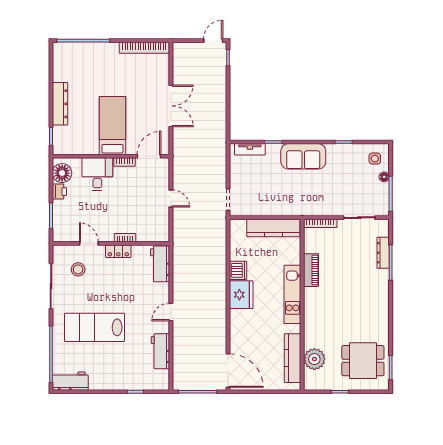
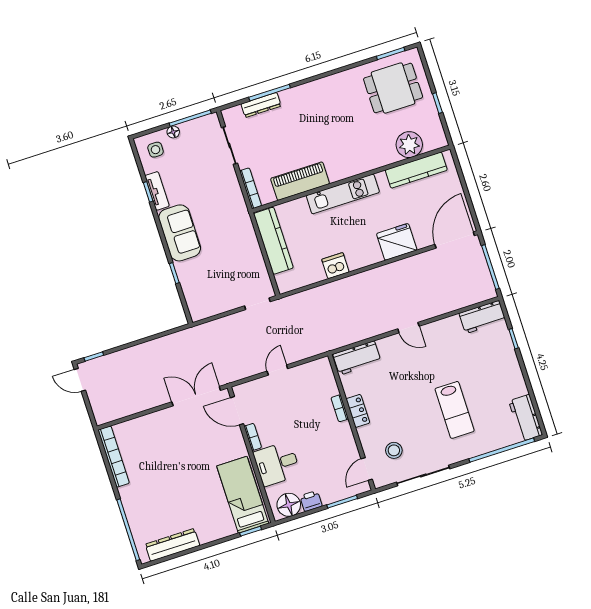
dresser: (60, 104) -> (172, 545), moved
double door: (171, 106) -> (196, 396), moved
bed: (112, 126) -> (243, 495), moved, turned 90
tv unit: (250, 149) -> (157, 191), moved
door: (89, 243) -> (367, 469), moved
piano: (311, 270) -> (300, 181), width x1.37, depth x1.33
fridge: (241, 295) -> (397, 242), moved
lab bench: (94, 327) -> (455, 410), width x0.73, depth x0.72
workbench: (160, 351) -> (482, 317), moved
dining table: (363, 361) -> (393, 88), turned 90

